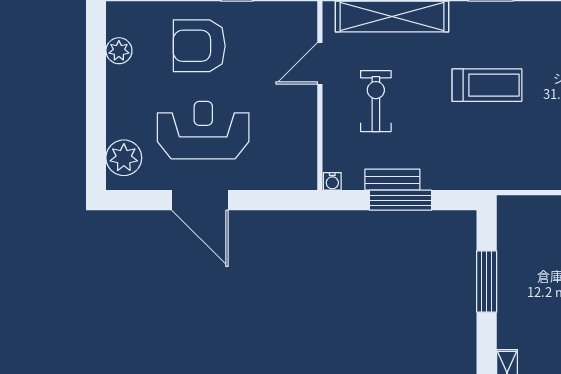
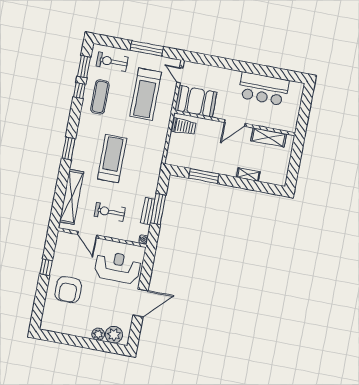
plant: (119, 51) -> (98, 334), moved
treadmill: (487, 85) -> (112, 159), width x1.37, depth x1.38
reception desk: (203, 130) -> (117, 267), moved, turned 90

